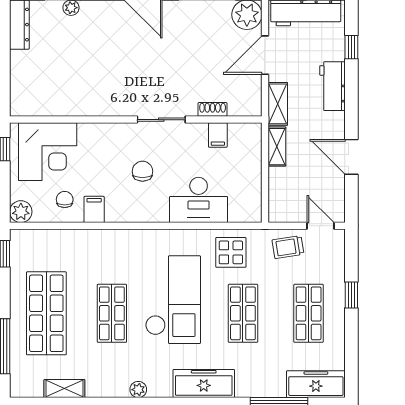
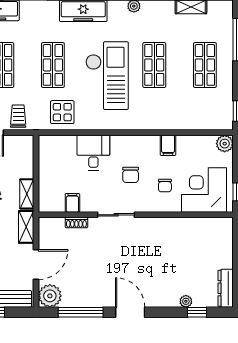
chair: (65, 199) -> (165, 186), moved
desk: (199, 200) -> (93, 153), width x0.73
trolley: (288, 247) -> (18, 116), turned -81
checkout: (173, 300) -> (107, 76), turned 180
shop shelf: (46, 313) -> (205, 65), width x0.70, depth x0.74

